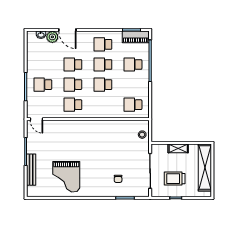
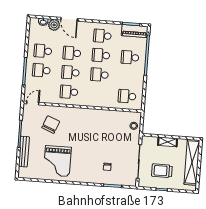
school desk: (43, 64) -> (43, 51), added
door: (36, 119) -> (33, 103), swing flipped
chair: (57, 140) -> (51, 125), added

